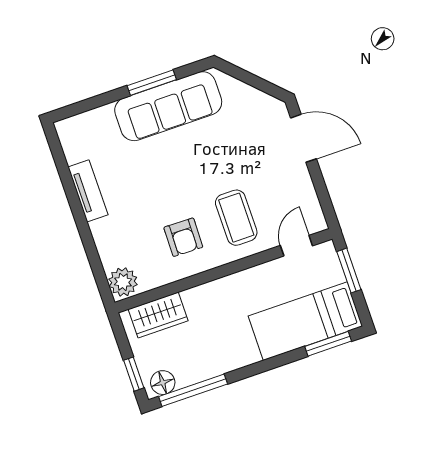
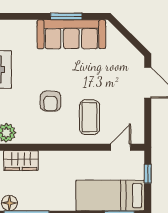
armchair: (183, 237) -> (51, 101), moved
window: (349, 271) -> (148, 174), width x0.67

